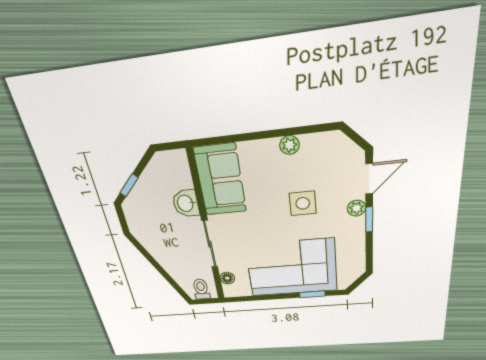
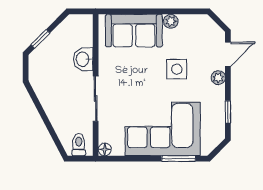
sofa: (220, 180) -> (134, 31), moved, turned 90
window: (369, 220) -> (228, 112), moved
floor lamp: (227, 278) -> (105, 149), moved
window: (312, 294) -> (178, 159), width x1.50

